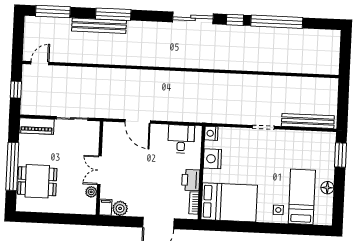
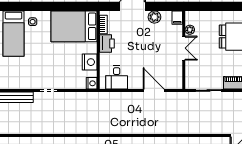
plant: (120, 208) -> (154, 17), moved

